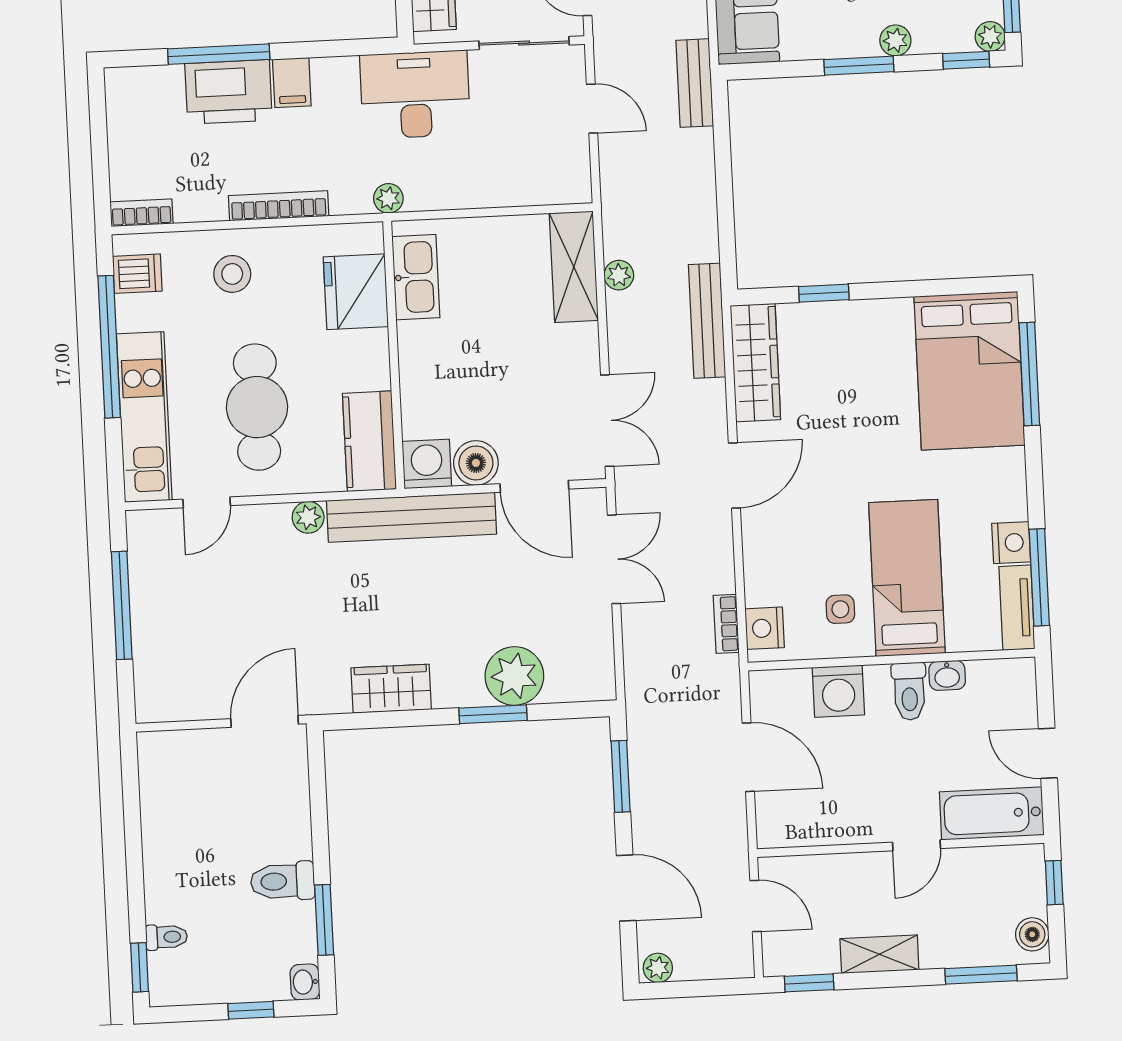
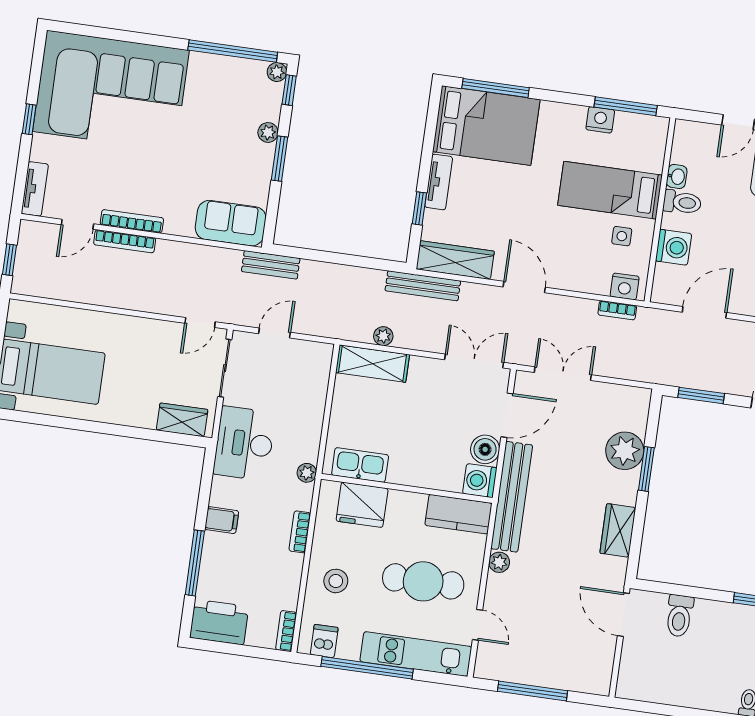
printer: (228, 92) -> (219, 622), moved, turned -90
bookcase: (279, 206) -> (300, 532), width x0.64
tv unit: (1017, 608) -> (439, 182), moved, turned -90
toilet: (283, 881) -> (679, 616), moved

